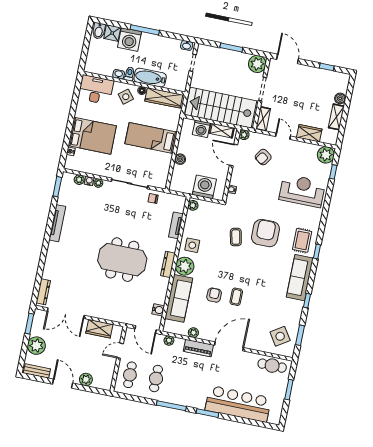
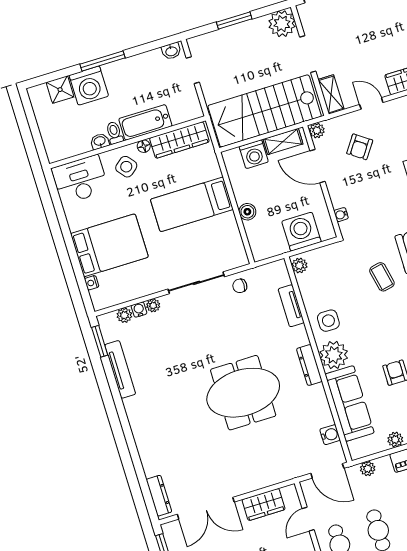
bidet: (99, 31) -> (40, 97), removed
tv unit: (57, 223) -> (120, 369), moved

